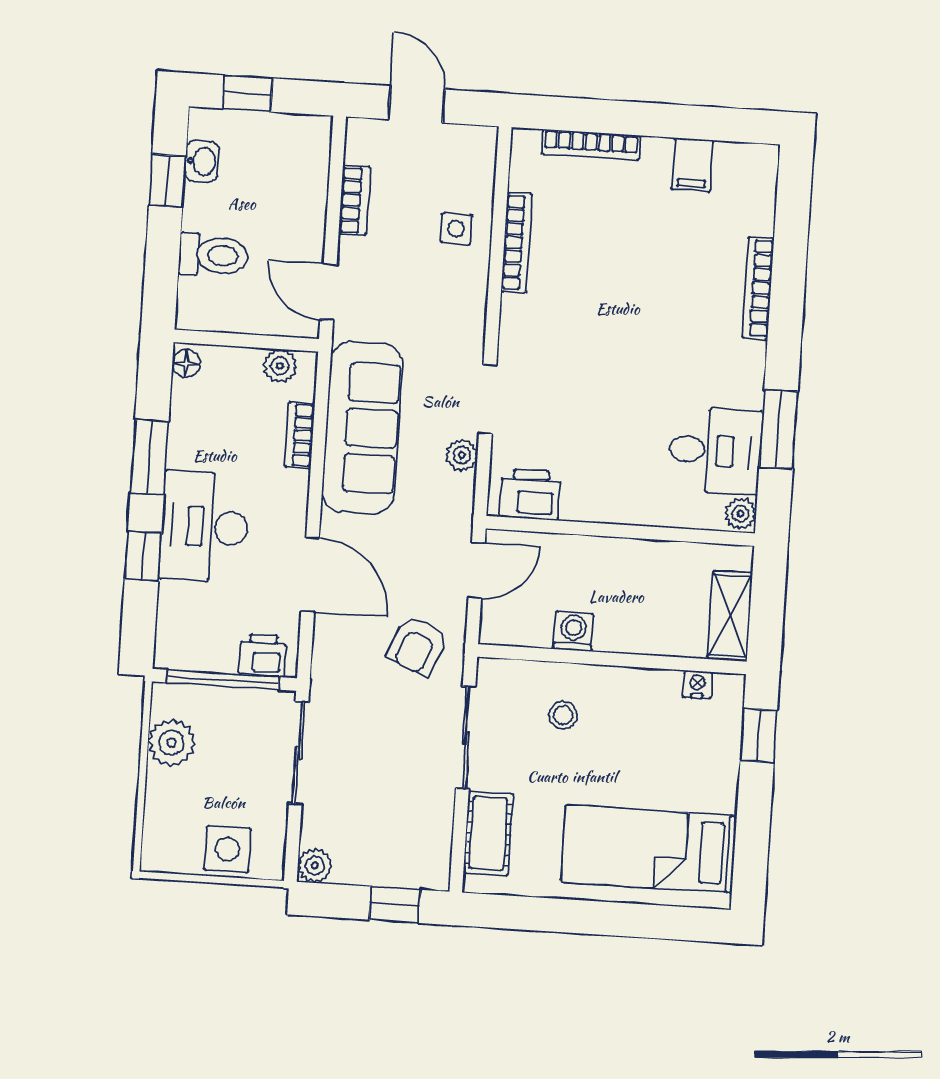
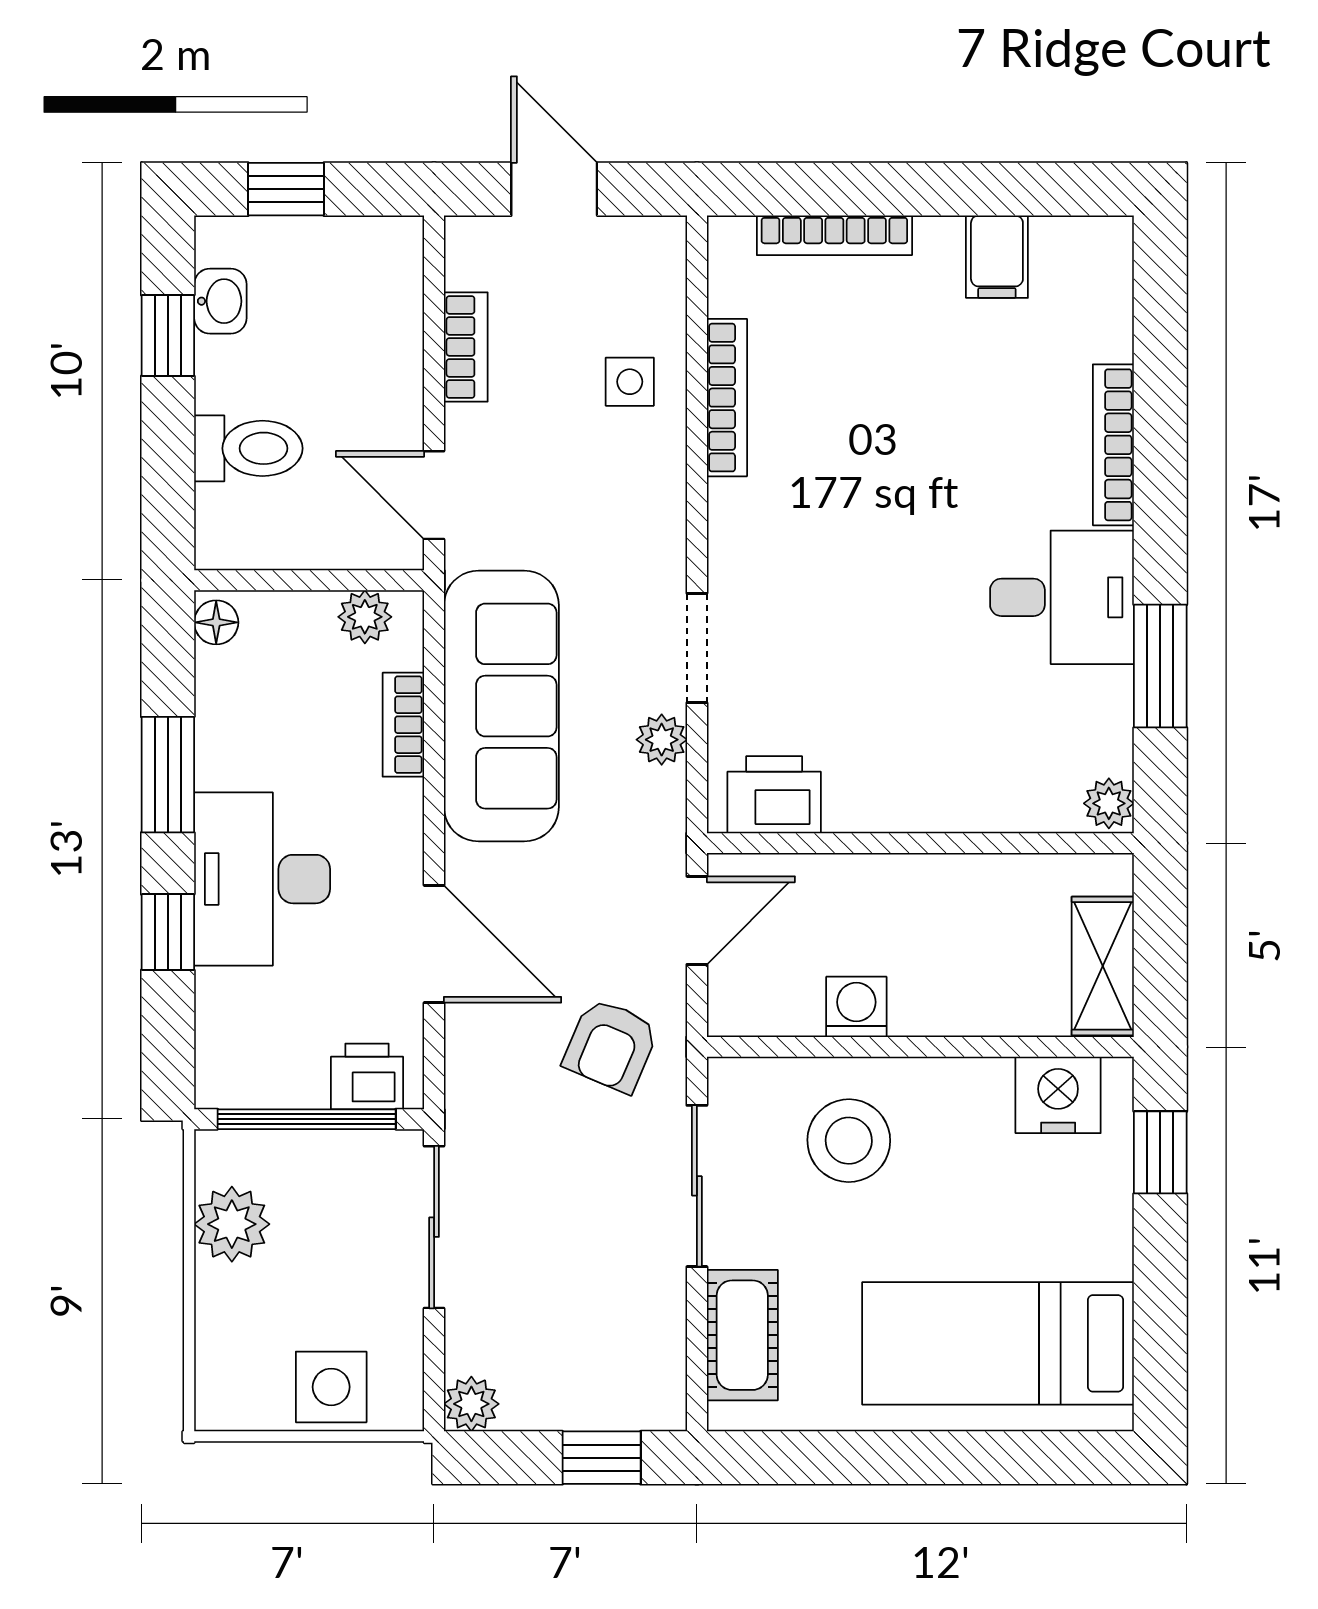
desk: (715, 451) -> (1062, 597), moved
nightstand: (697, 684) -> (1058, 1095), width x1.89, depth x1.79
stool: (563, 715) -> (849, 1141), width x1.89, depth x1.89

